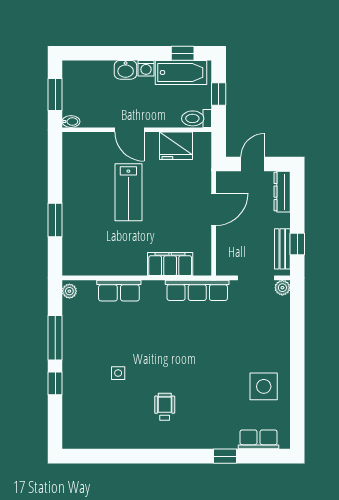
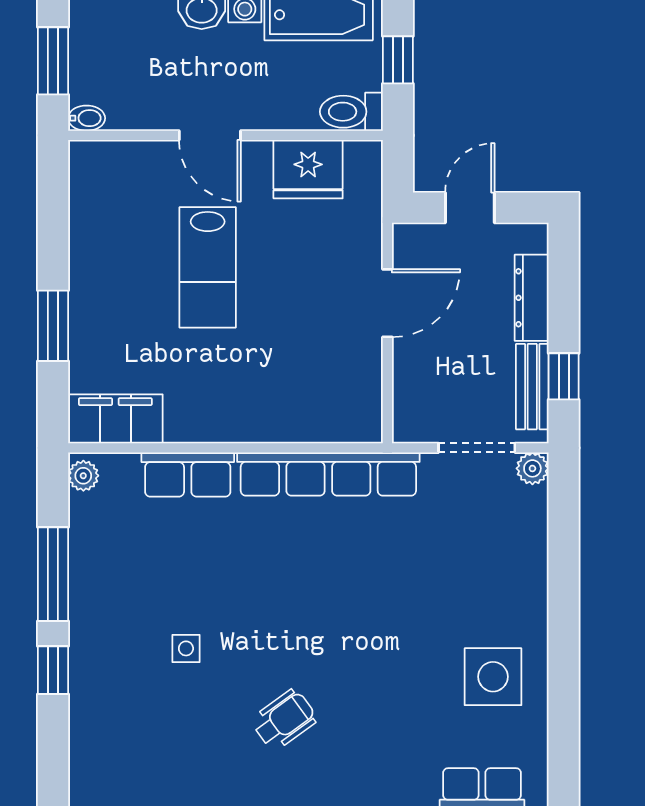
dresser: (282, 192) -> (532, 298), moved
filing cabinet: (170, 264) -> (115, 419), moved
row of seats: (197, 290) -> (328, 474), width x1.36
wheelchair: (165, 407) -> (284, 720), turned 54

